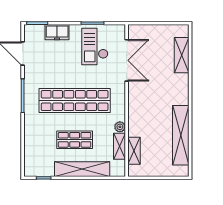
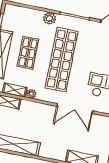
double door: (127, 60) -> (75, 109), moved
plant: (31, 123) -> (49, 18), added

